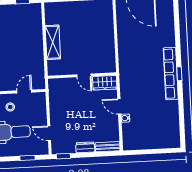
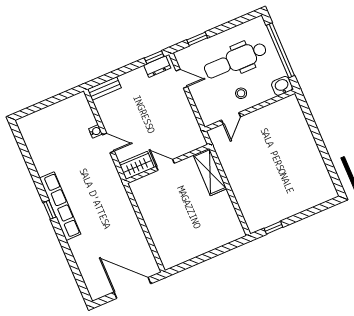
shelving: (53, 42) -> (210, 172), moved
dresser: (85, 147) -> (157, 67), moved

